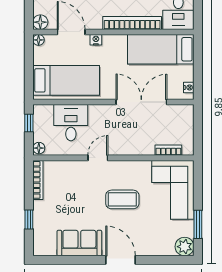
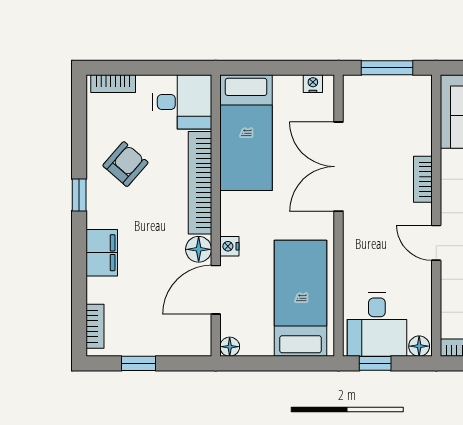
floor lamp: (40, 22) -> (199, 249), moved
desk: (71, 123) -> (377, 325), moved, turned -90
window: (198, 130) -> (387, 68), added
bookcase: (168, 150) -> (423, 179), moved

